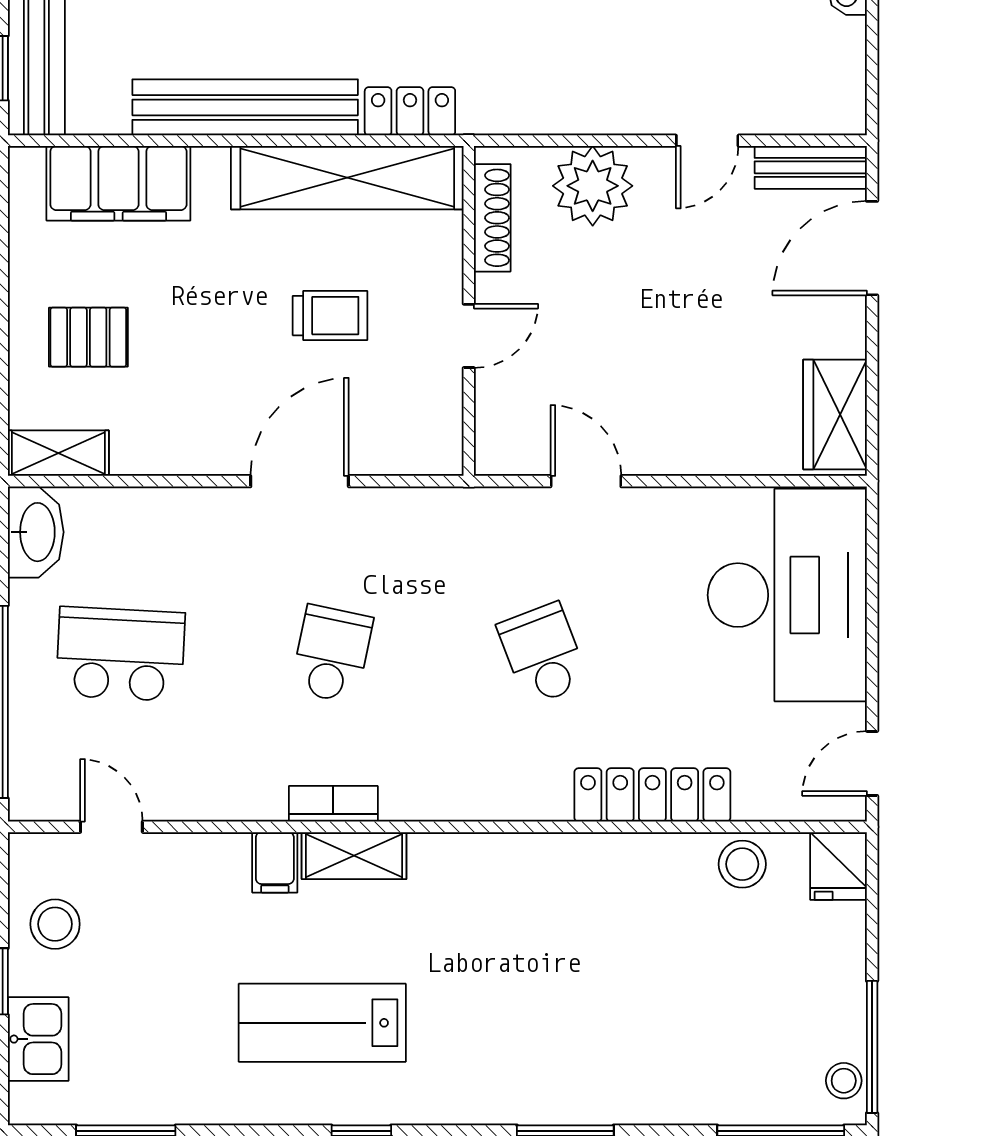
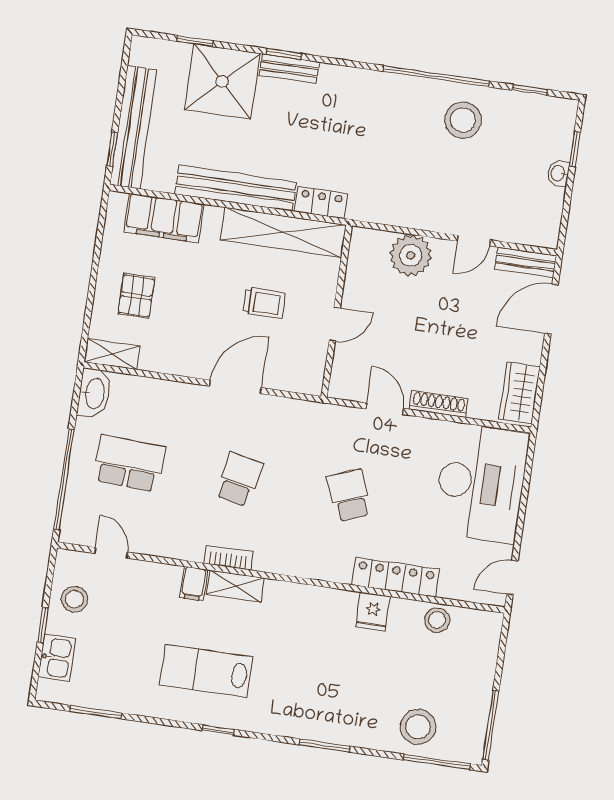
shoe rack: (492, 218) -> (439, 404), moved, turned -90
pallet: (88, 337) -> (136, 296), turned 90
fridge: (838, 866) -> (373, 612), moved
stool: (844, 1081) -> (418, 727), moved, width x1.89, depth x1.89

